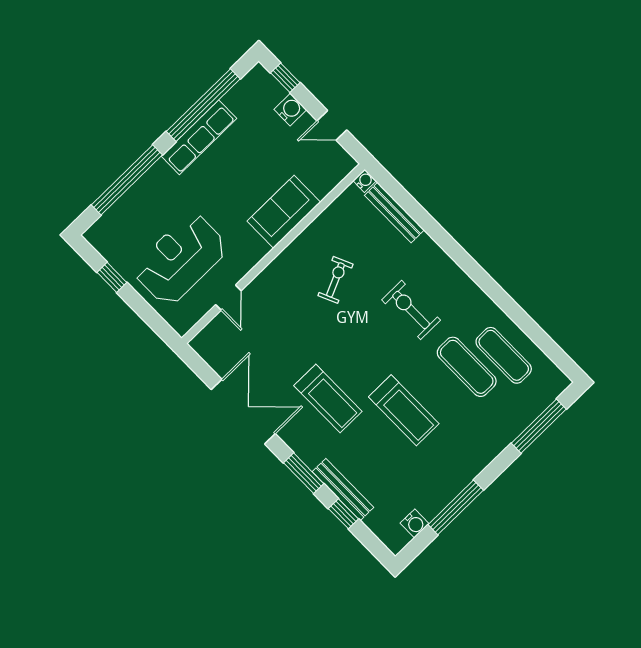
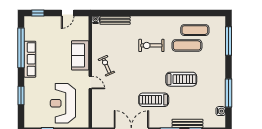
water cooler: (290, 110) -> (50, 21), removed
window: (127, 180) -> (21, 96), width x0.47
exercise bike: (335, 280) -> (106, 66), moved
door: (228, 298) -> (90, 82), moved
treadmill: (328, 399) -> (154, 100), turned 180

